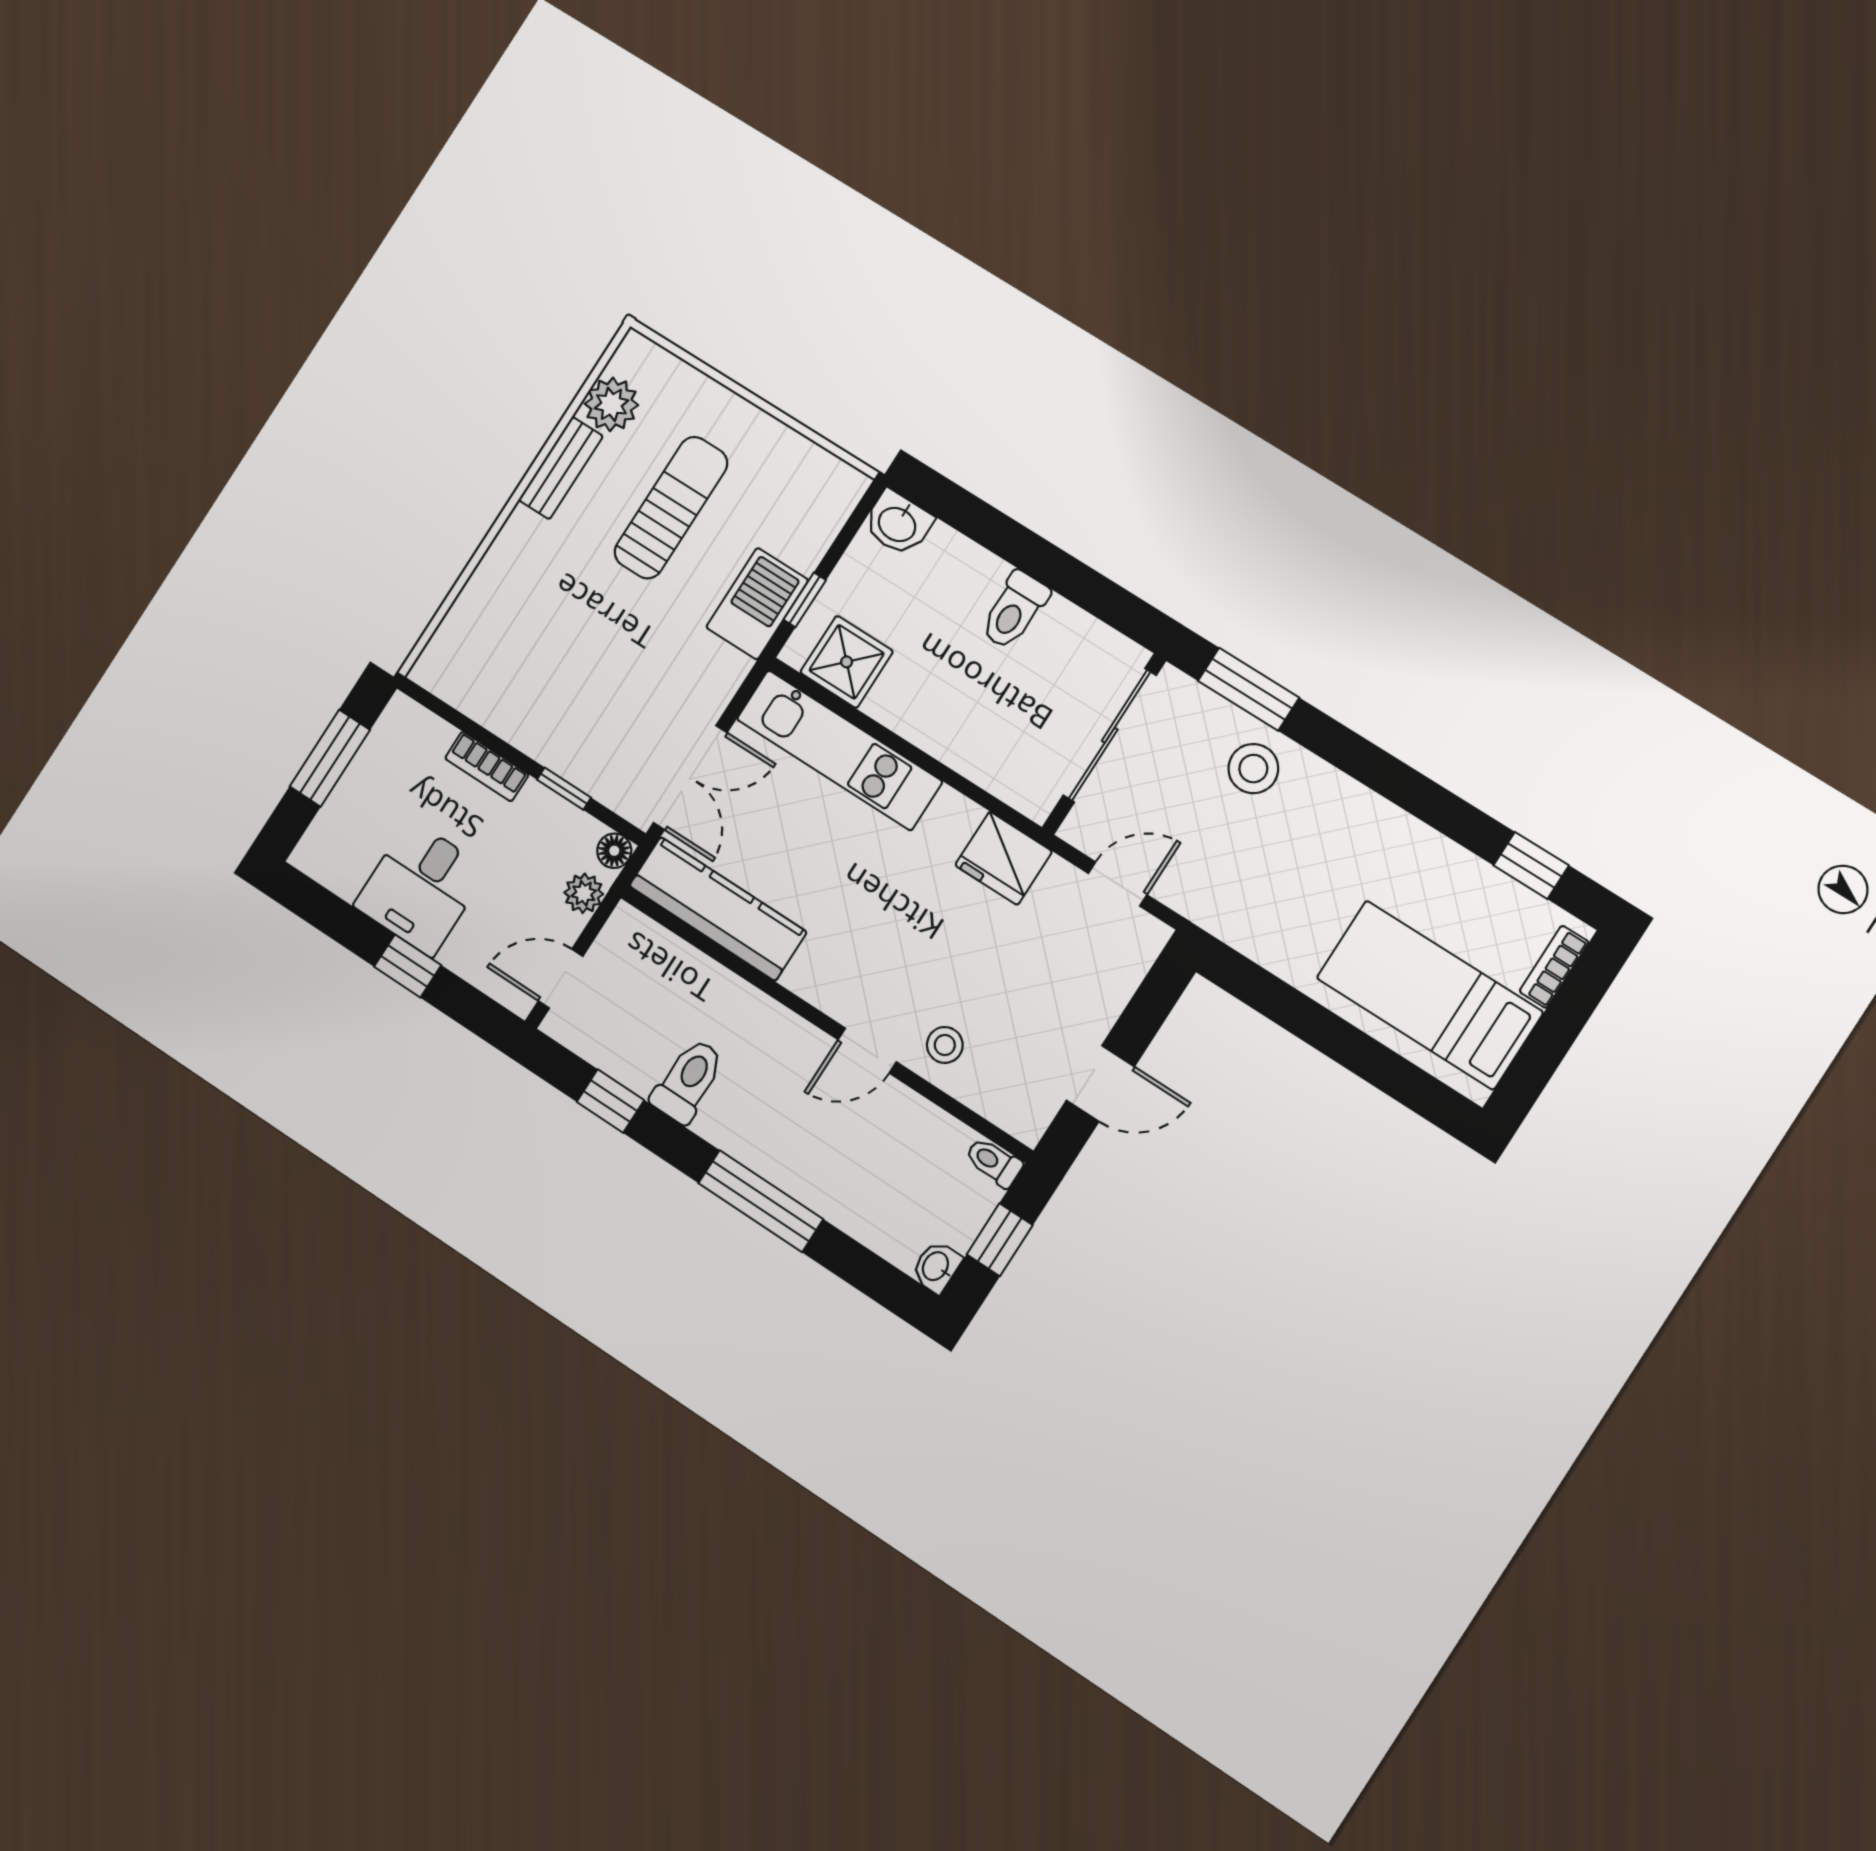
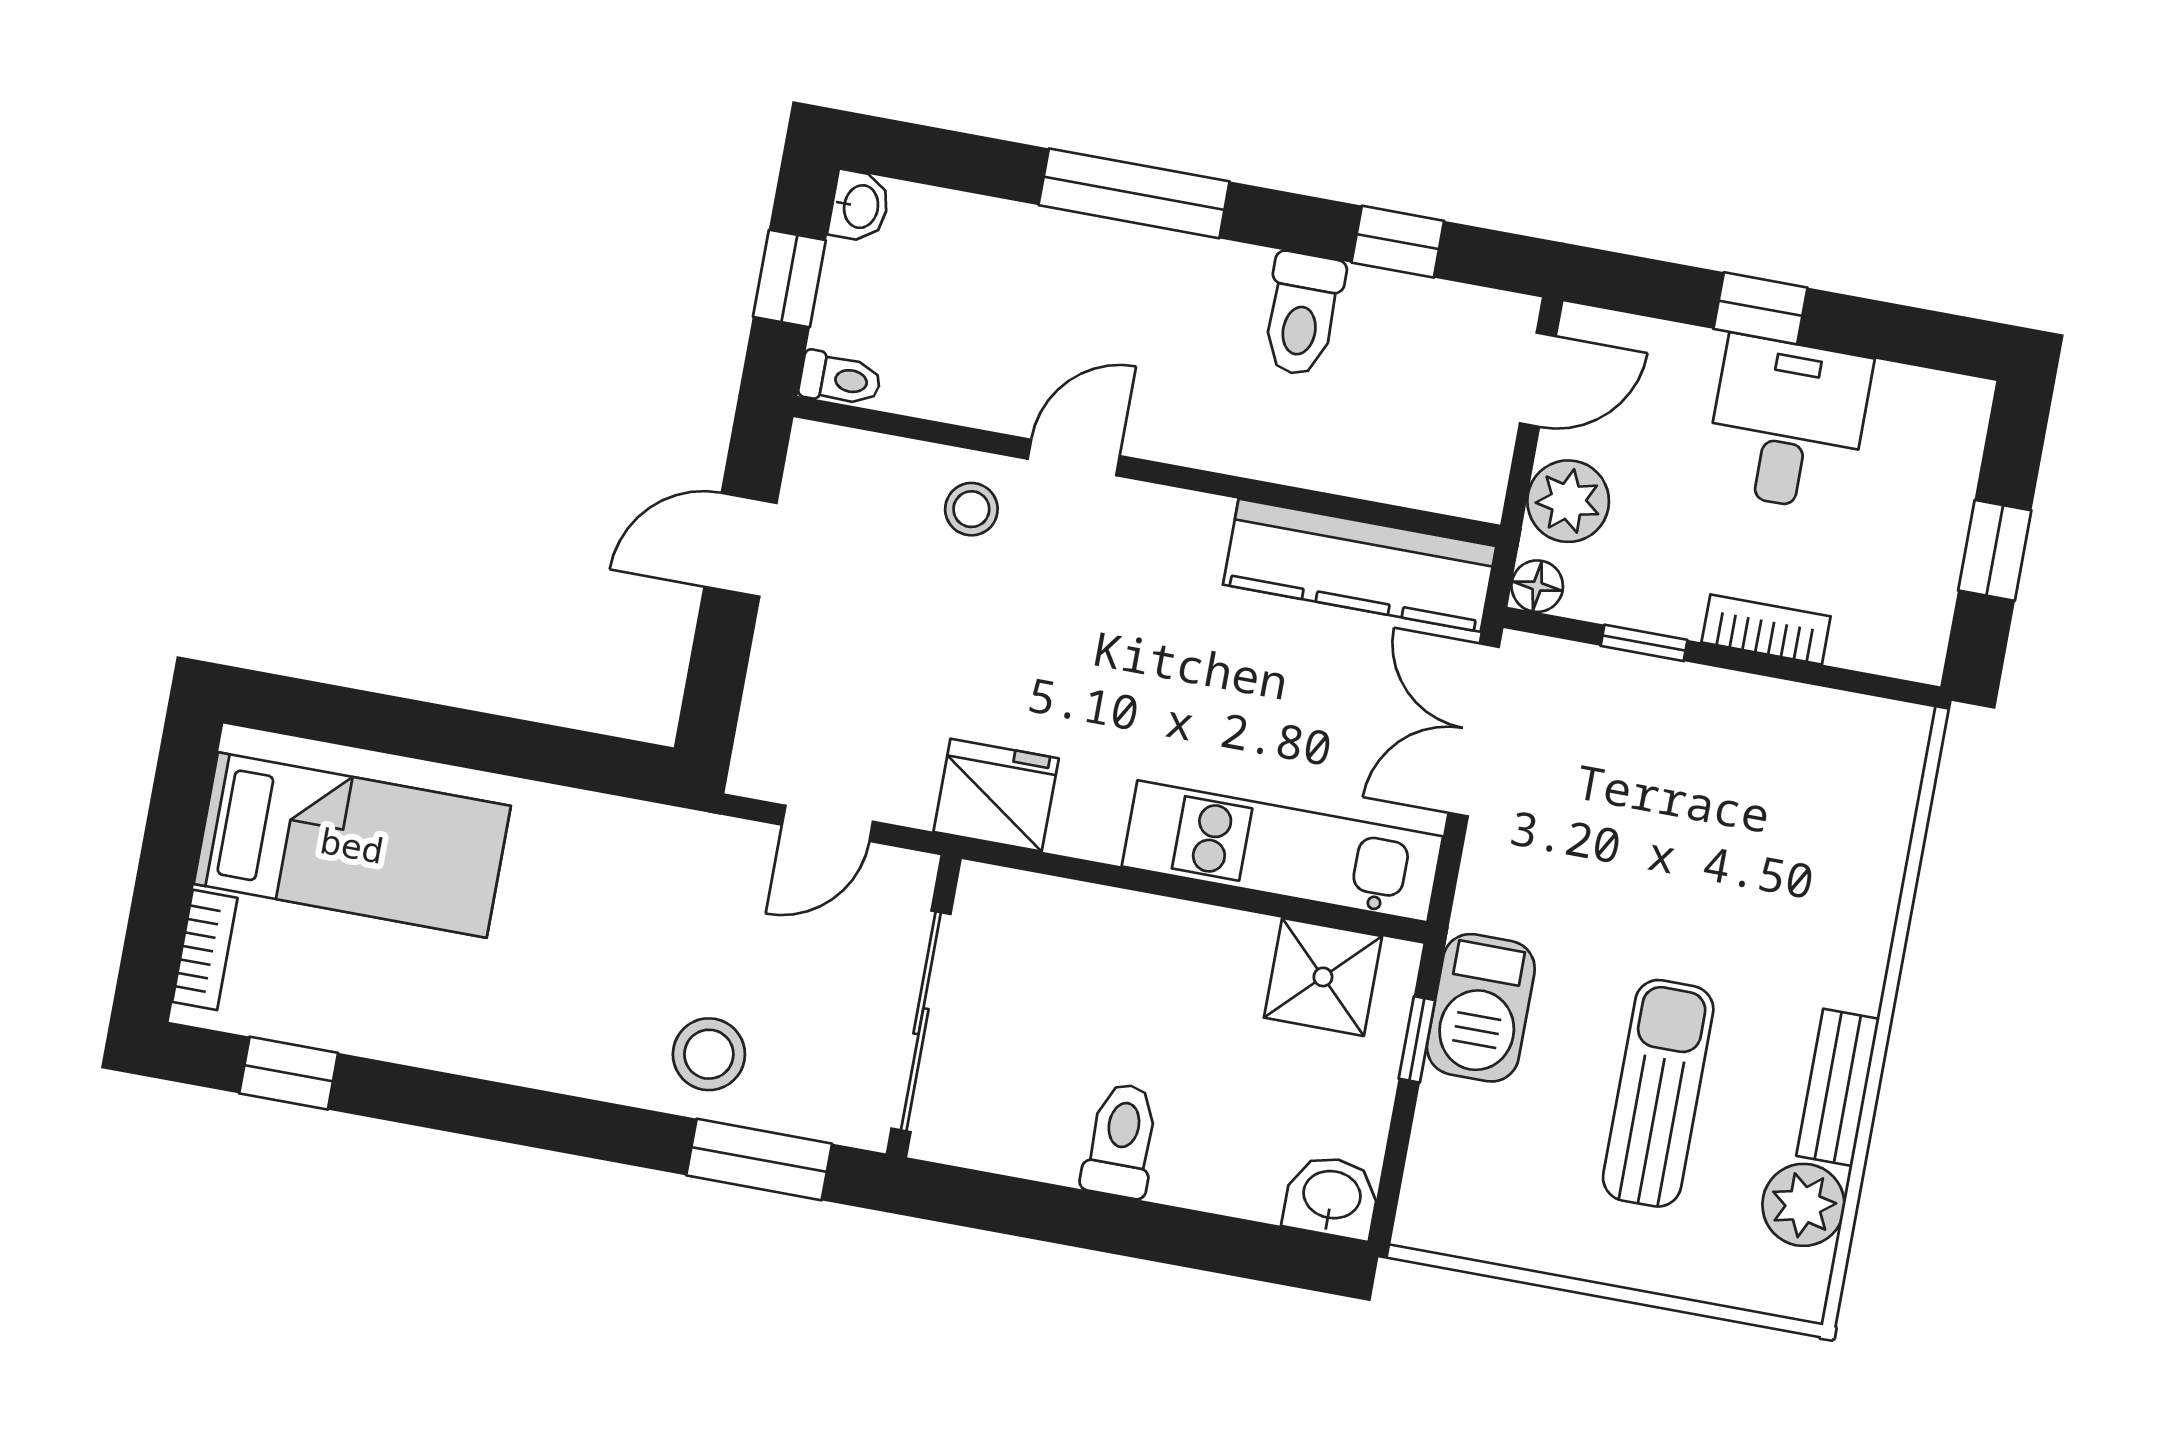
sun lounger: (671, 508) -> (1658, 1093), turned 180
window: (330, 758) -> (1995, 550), width x0.67
plant: (584, 893) -> (1568, 501), width x1.38, depth x1.38

